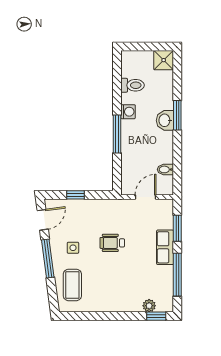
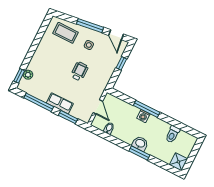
washing machine: (128, 112) -> (143, 116), moved

